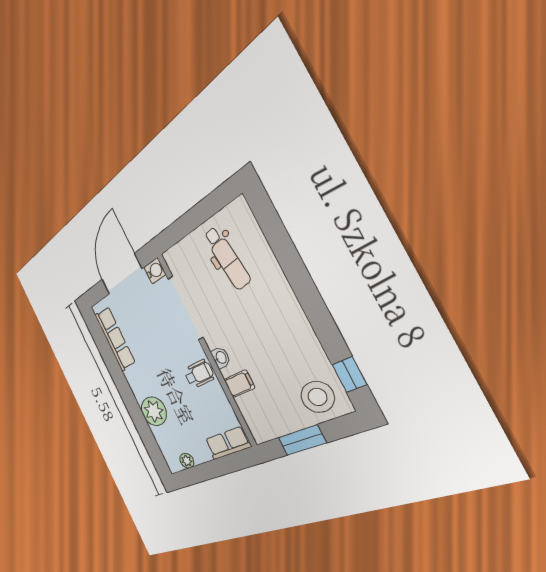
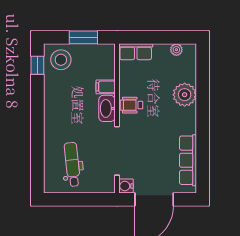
washbasin: (221, 358) -> (107, 108), width x1.91, depth x1.45

